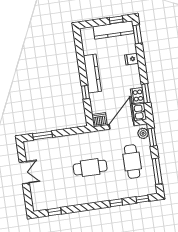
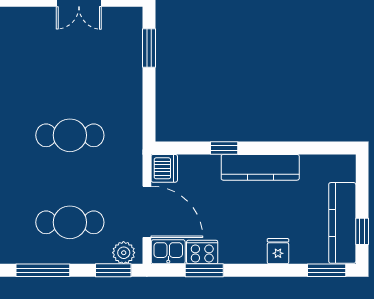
cafe table: (90, 168) -> (70, 135), turned 90

